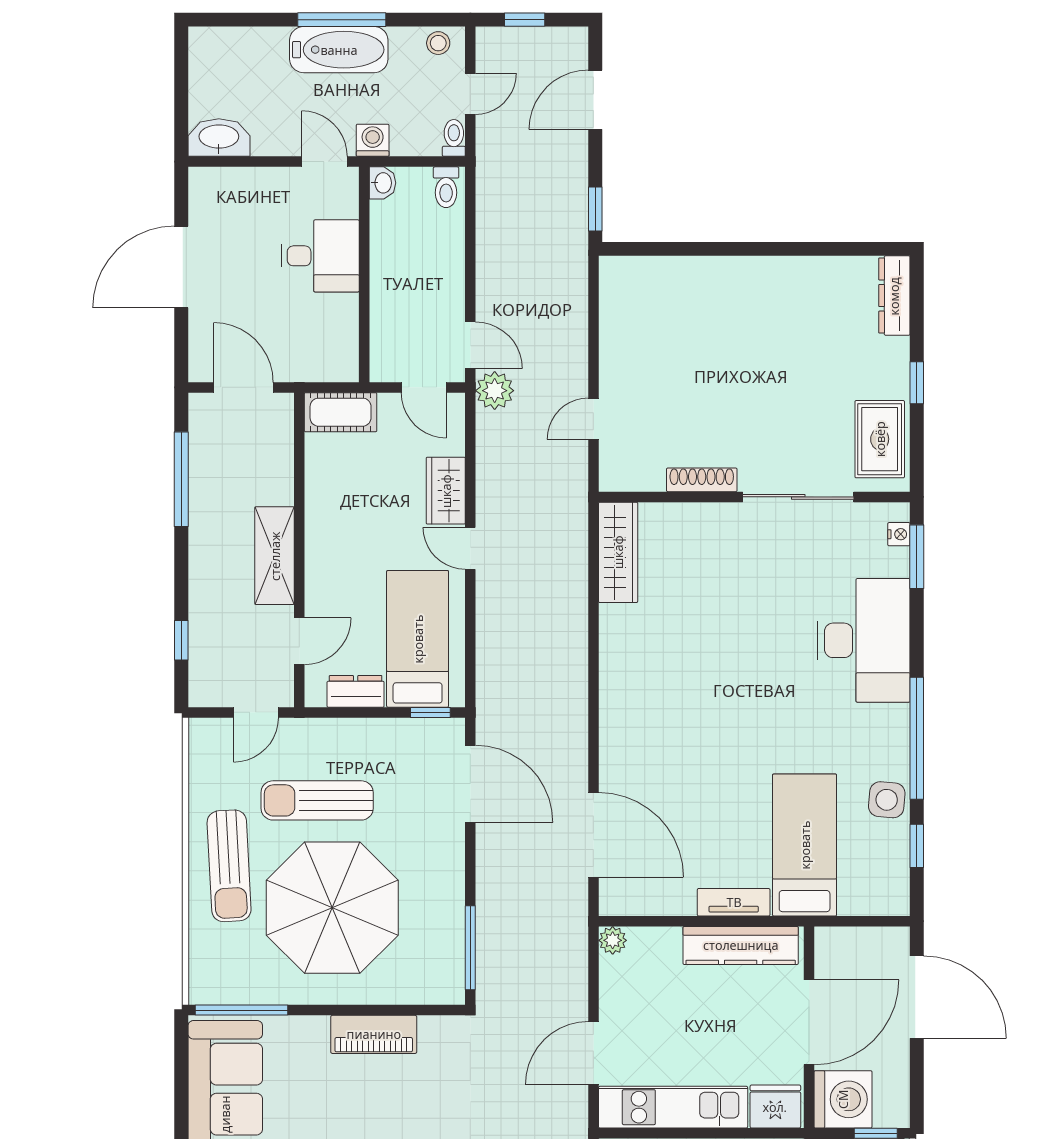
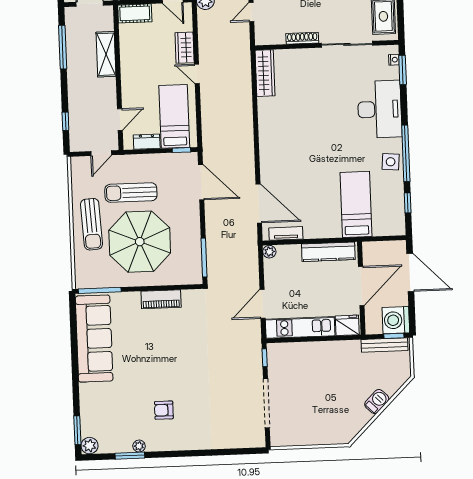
shelving: (275, 556) -> (106, 54), moved
side table: (887, 800) -> (391, 162), moved
tv unit: (734, 902) -> (286, 233), moved
washing machine: (843, 1099) -> (396, 320), moved, turned 180

